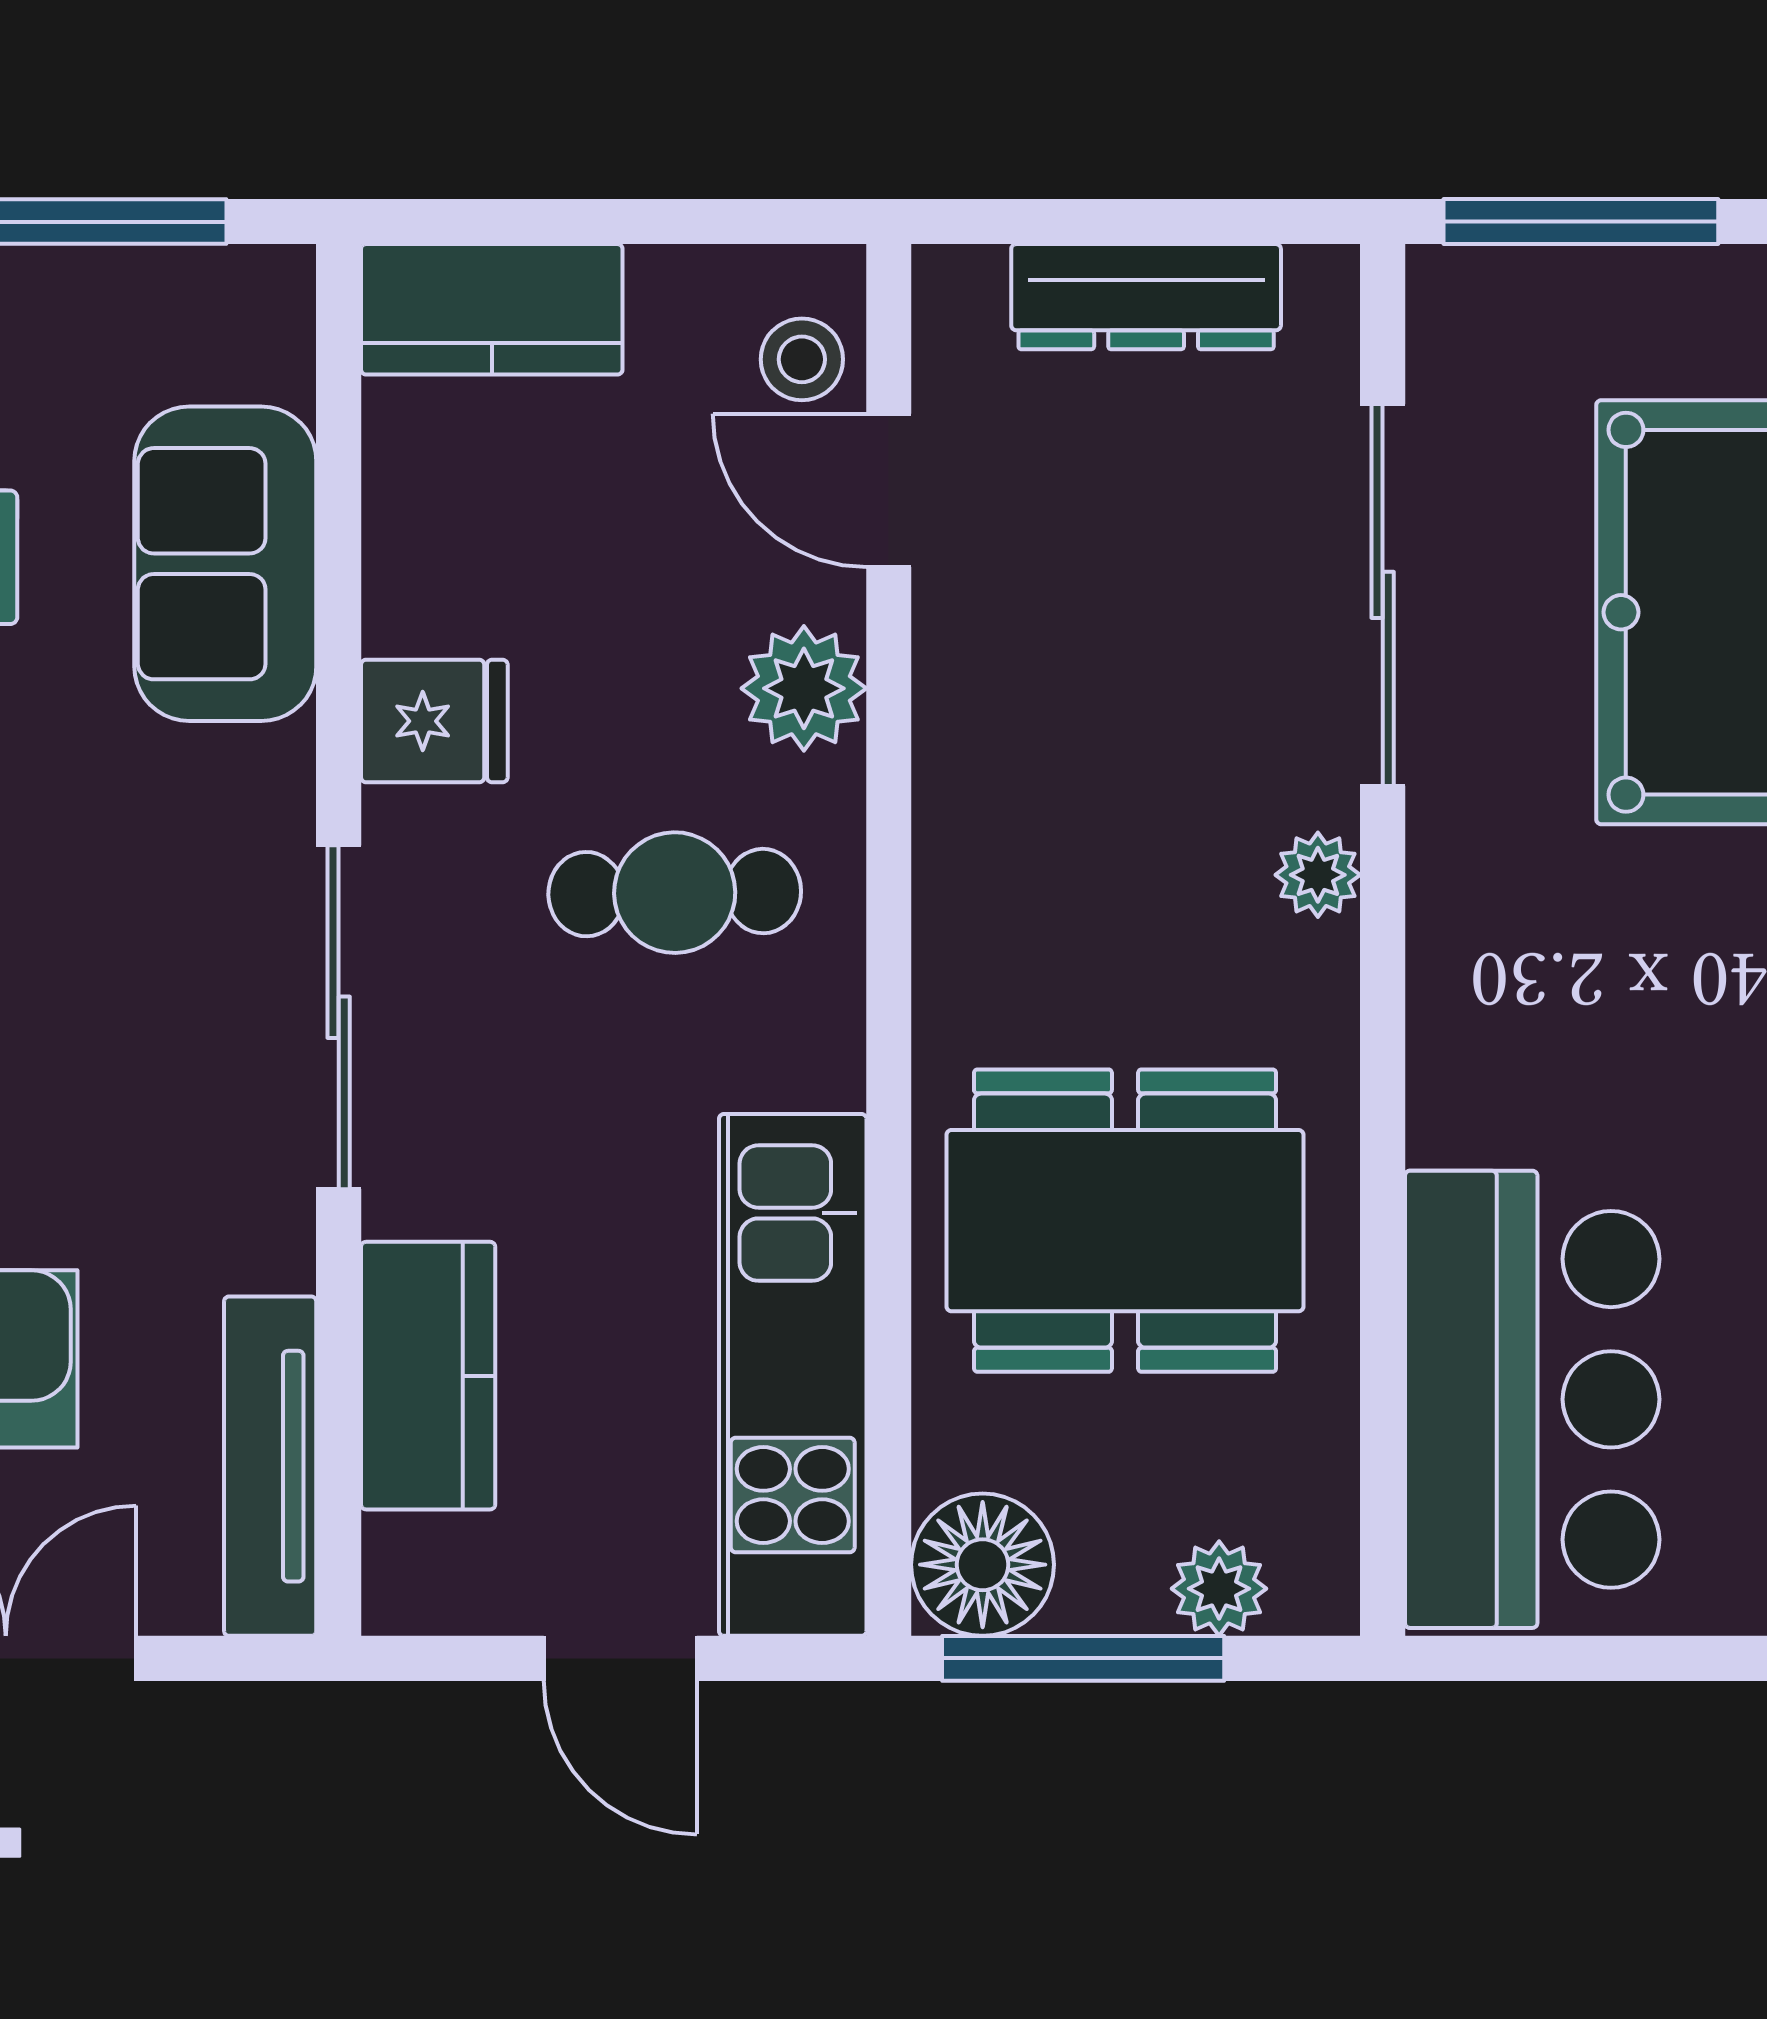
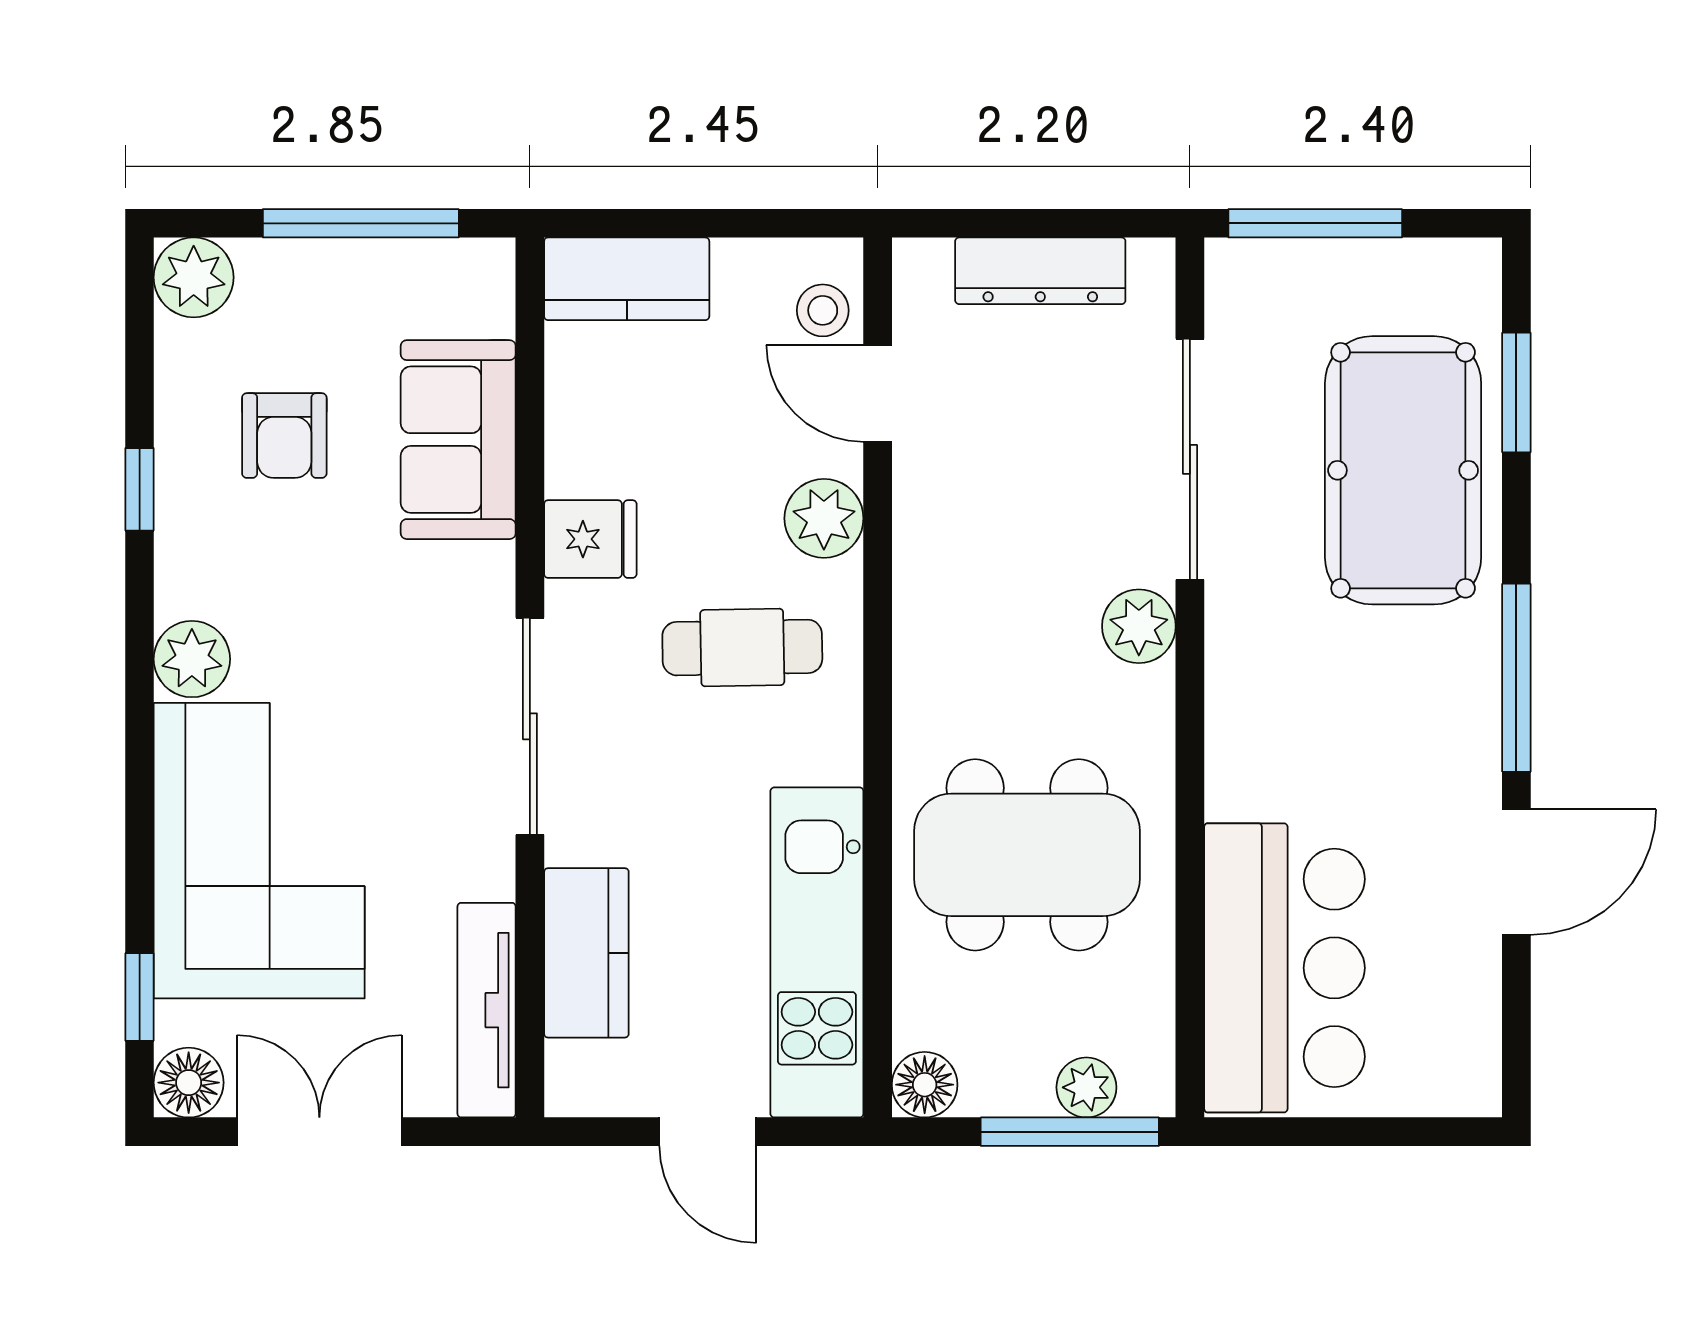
plant: (1318, 875) -> (1139, 626), width x1.38, depth x1.38
floor lamp: (983, 1565) -> (925, 1085), width x0.73, depth x0.73
window: (1083, 1658) -> (1070, 1132), moved

